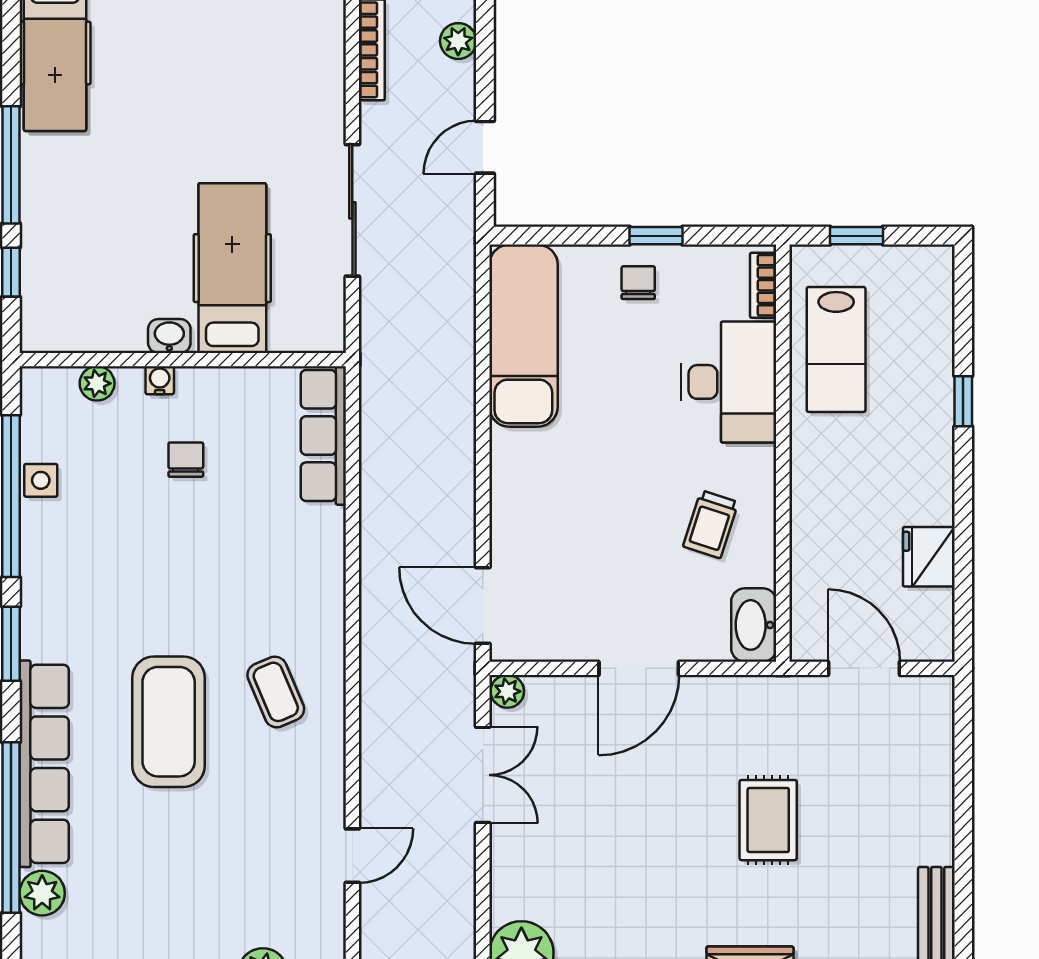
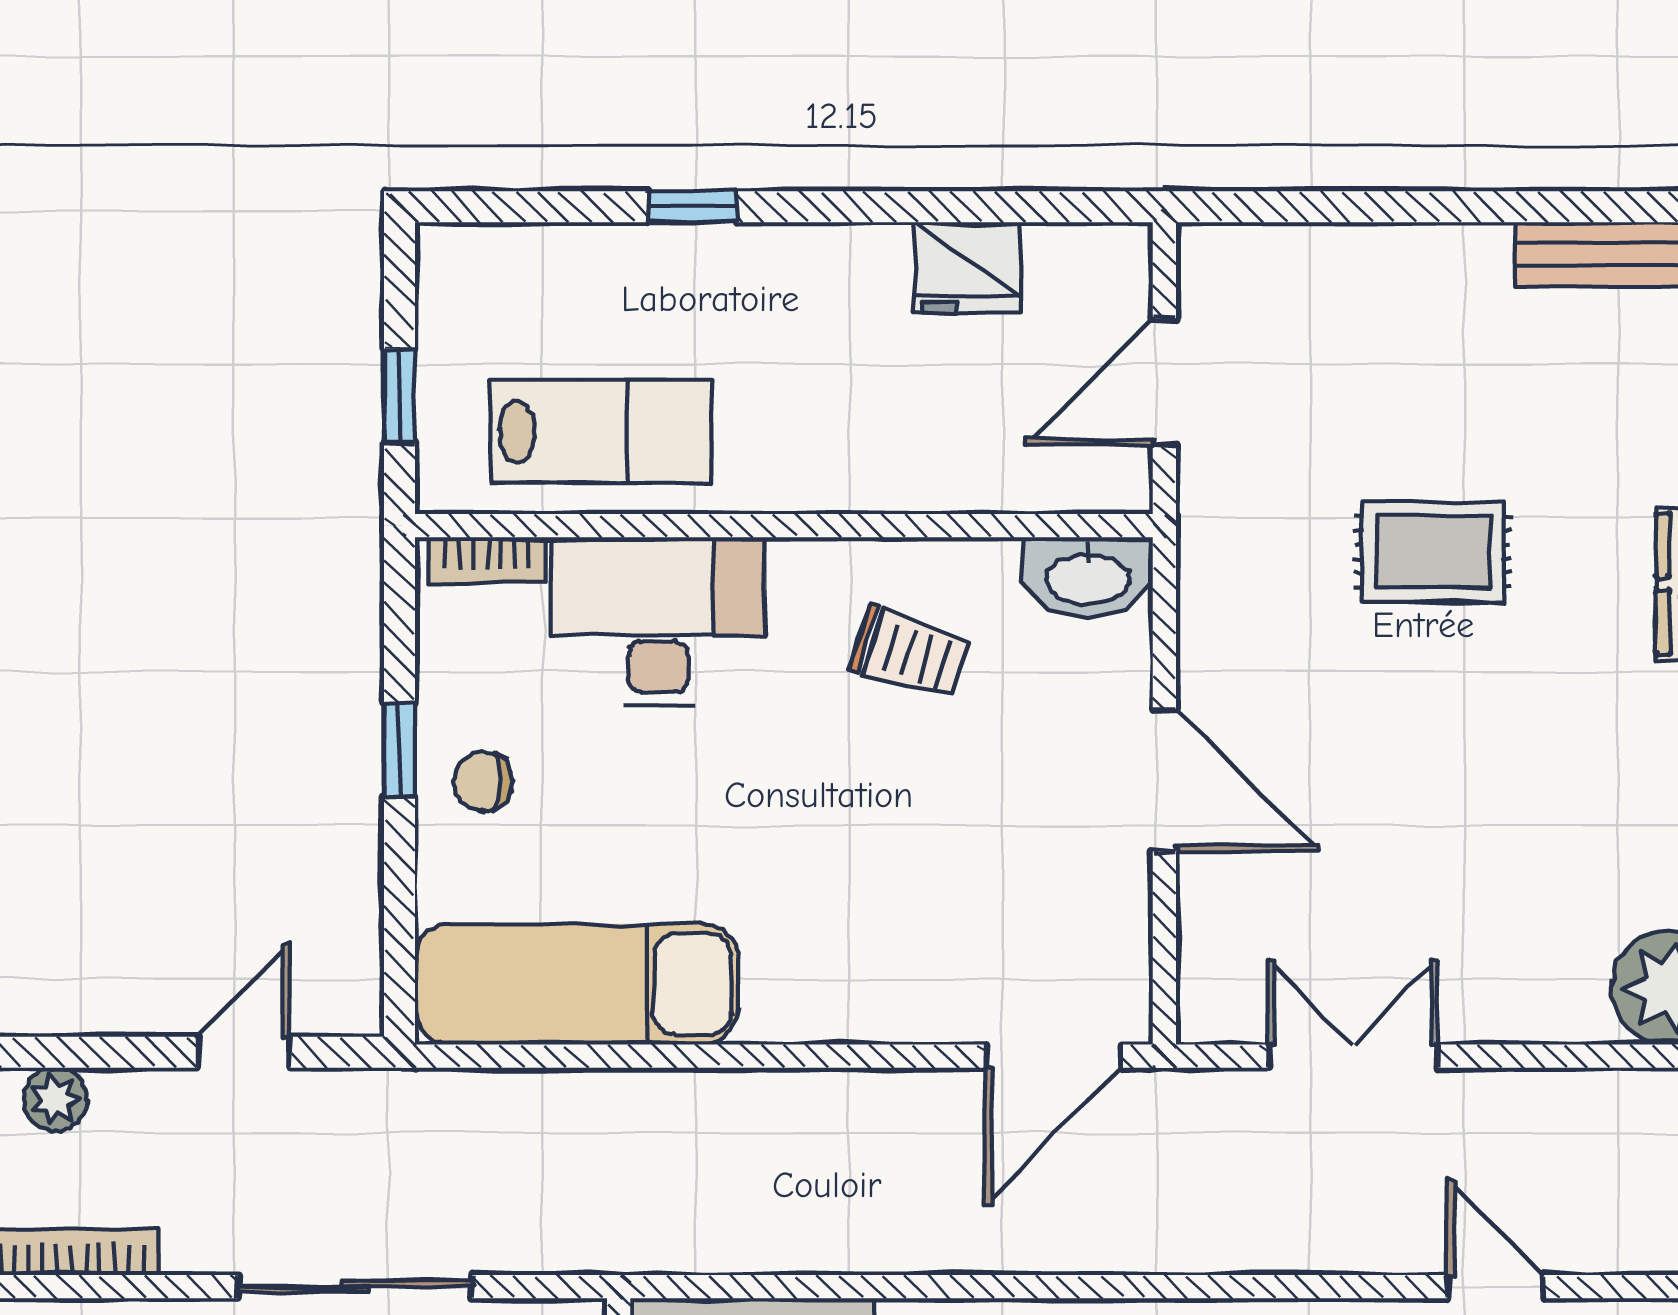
door: (485, 147) -> (243, 1052), swing flipped
plant: (507, 691) -> (1205, 1013), removed

